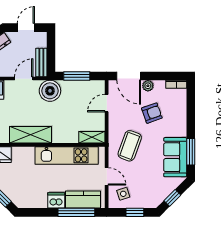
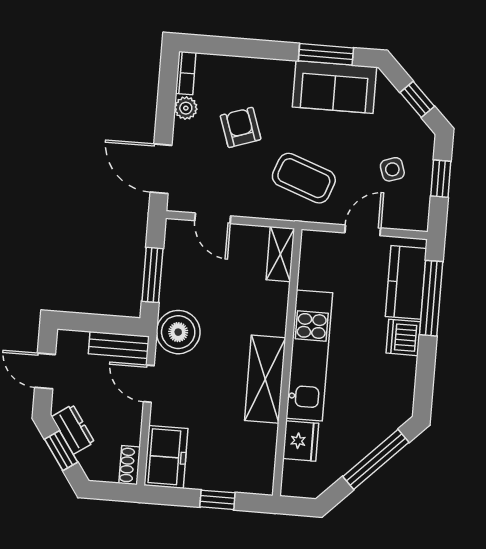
door: (129, 76) -> (161, 169), swing flipped
plant: (148, 86) -> (186, 108), moved
kitchen unit: (67, 155) -> (309, 356), moved
side table: (123, 194) -> (392, 169), moved

